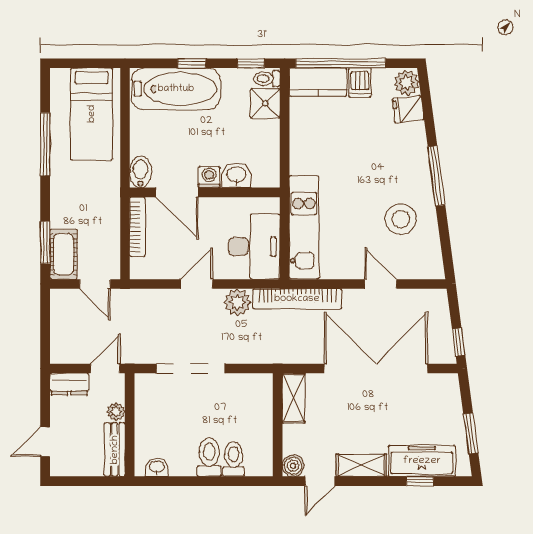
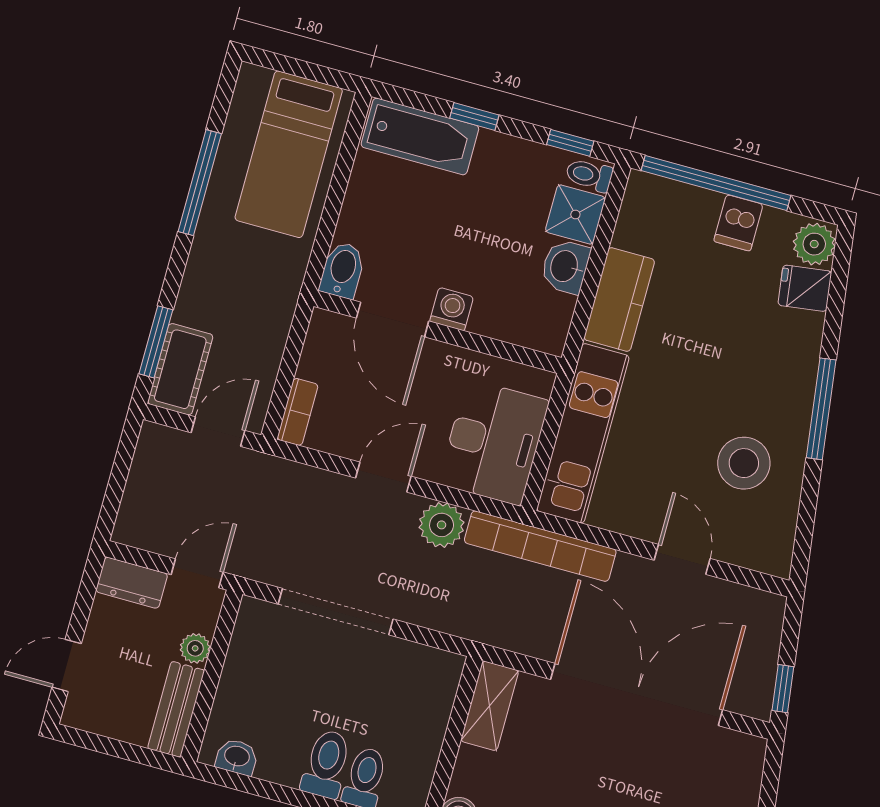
kitchen counter: (318, 82) -> (619, 300), moved, turned -90
bathtub: (176, 89) -> (420, 136), width x0.73, depth x0.73
washbasin: (236, 175) -> (565, 266), moved, turned -90
bookcase: (137, 227) -> (298, 412), moved, width x0.64
door: (95, 284) -> (218, 432), swing flipped

